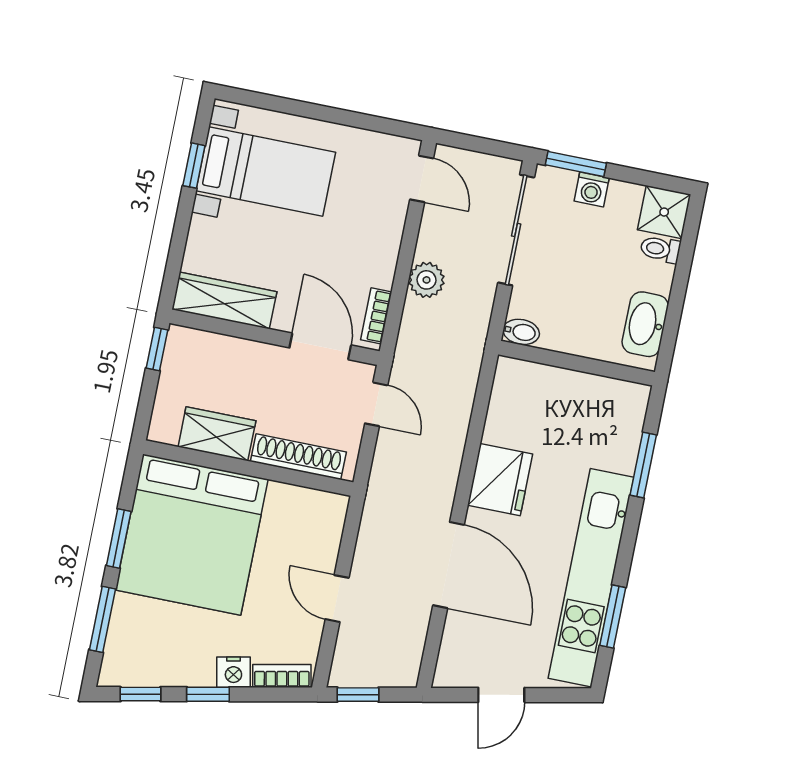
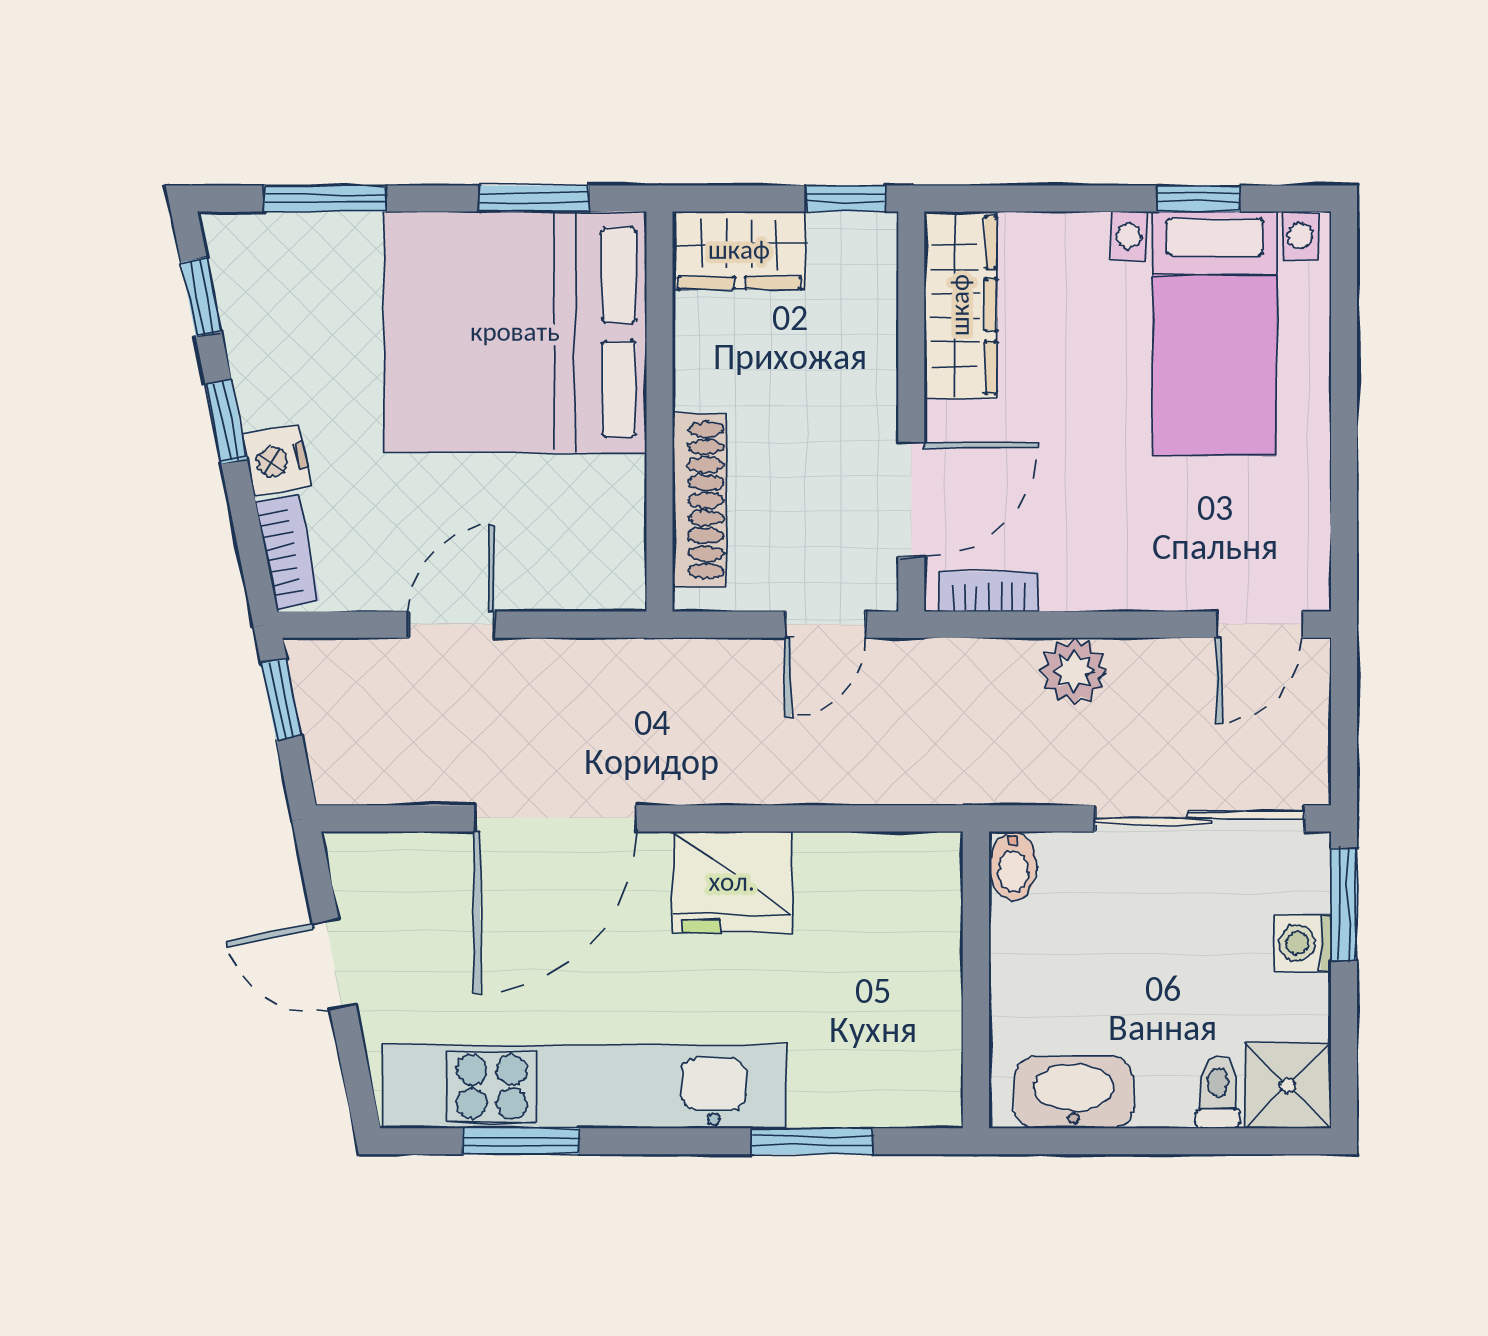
wardrobe: (217, 434) -> (739, 250), moved, turned 90
window: (119, 538) -> (534, 198), moved

